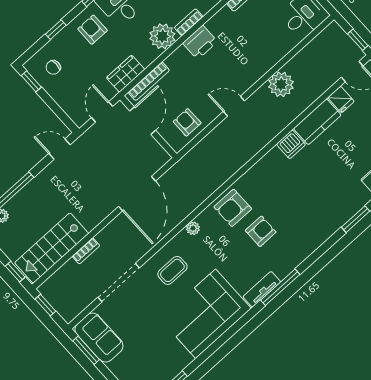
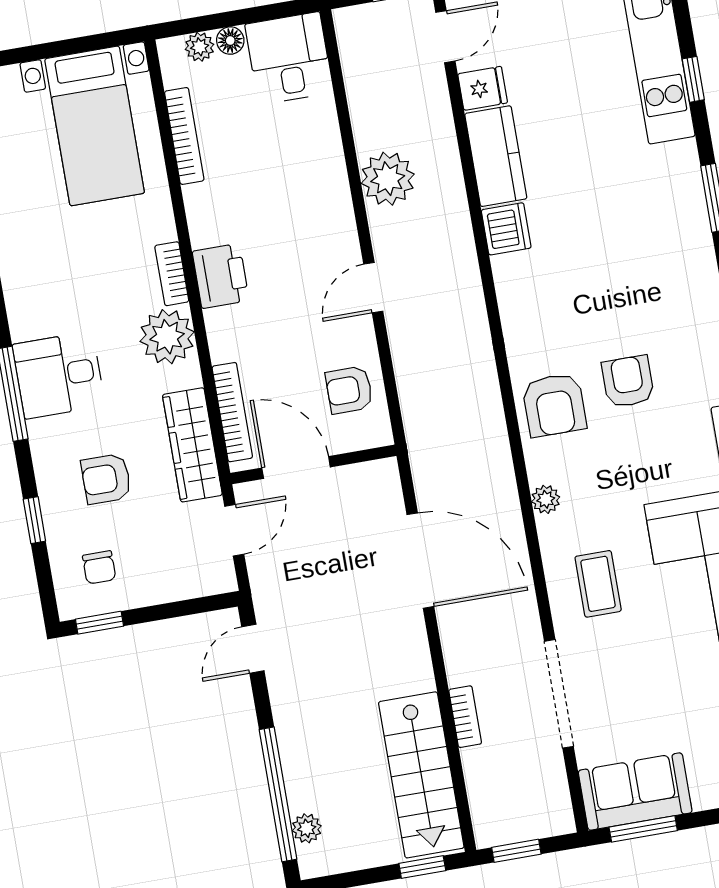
armchair: (93, 30) -> (106, 479), moved
wardrobe: (126, 74) -> (192, 445), width x1.50
door: (102, 112) -> (234, 530), swing flipped

